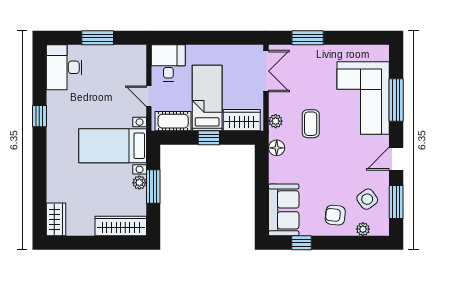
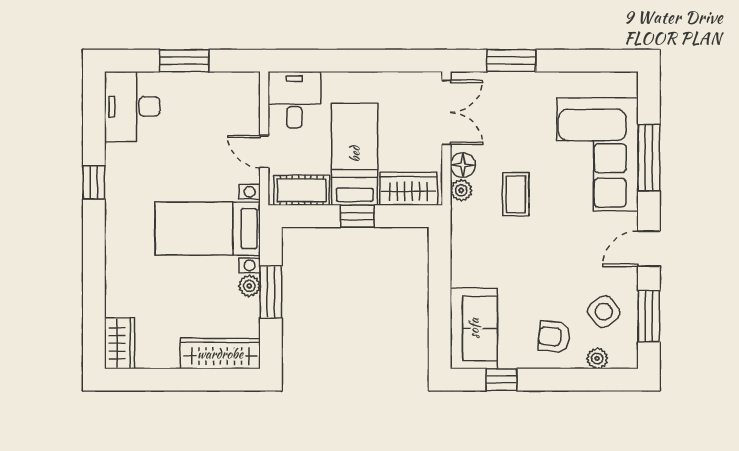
floor lamp: (277, 148) -> (463, 165), moved

